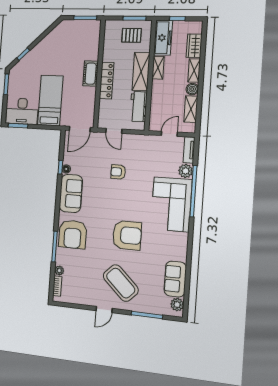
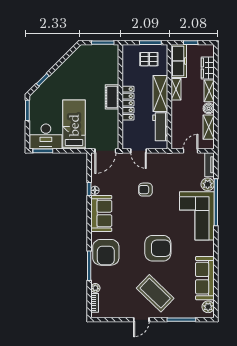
sofa: (175, 279) -> (205, 278), width x1.36

